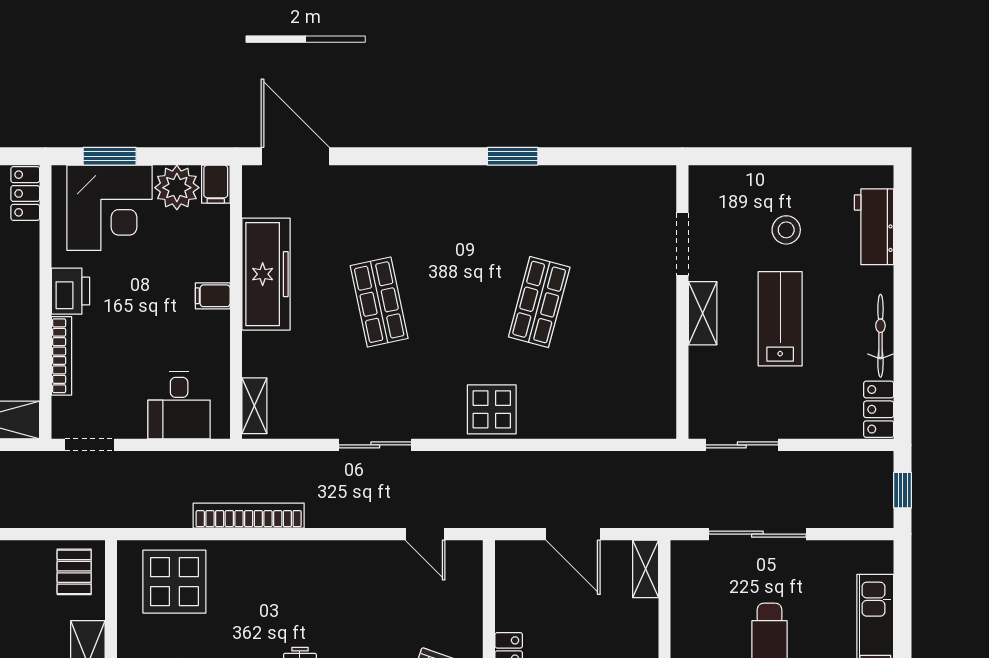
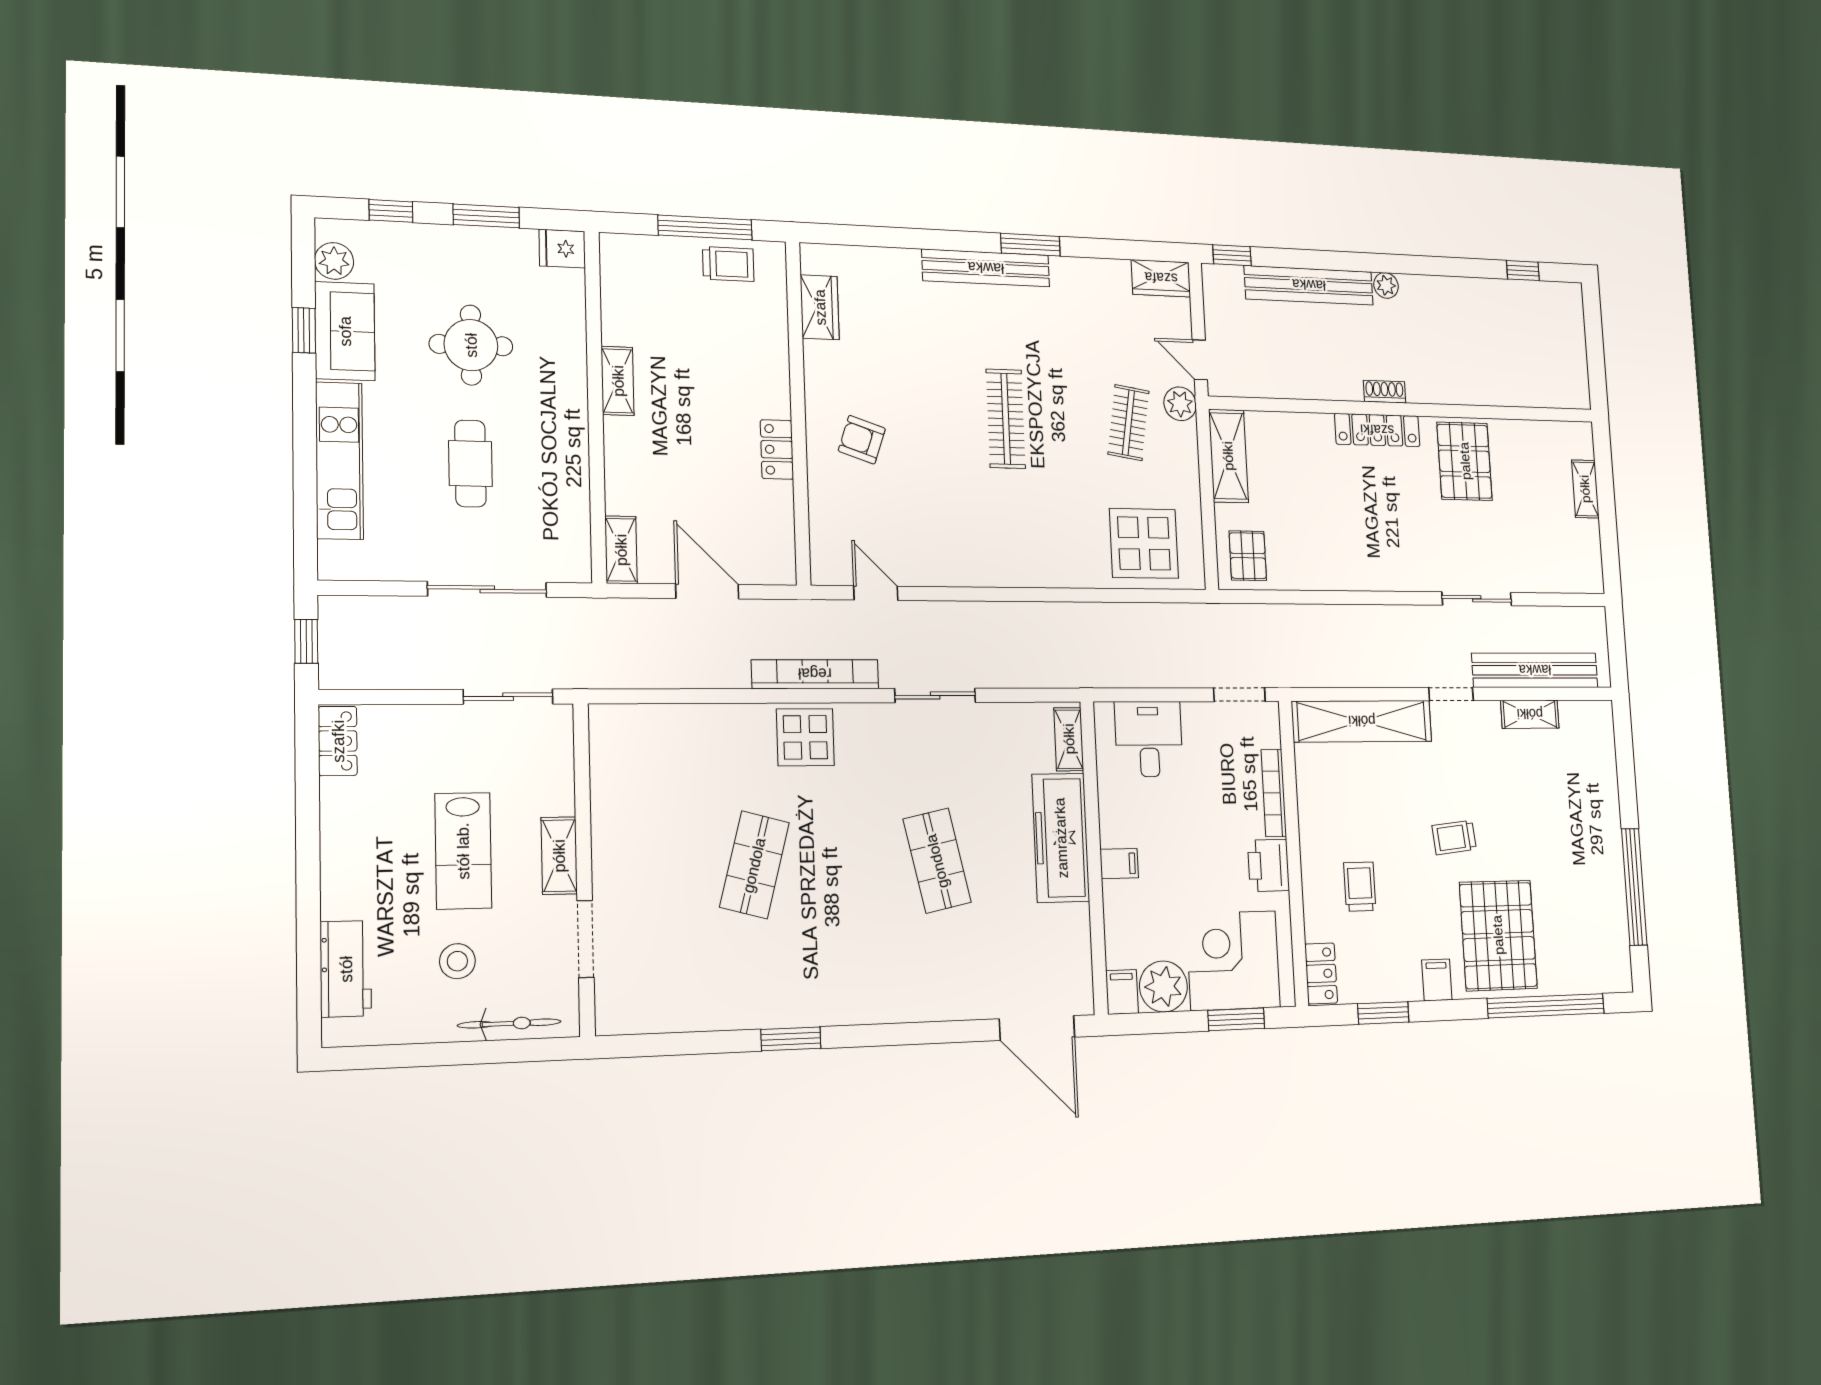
freezer: (266, 274) -> (1061, 838), moved
bicycle: (880, 336) -> (509, 1024), moved, turned -90
bookcase: (249, 516) -> (815, 674), moved, turned 180

